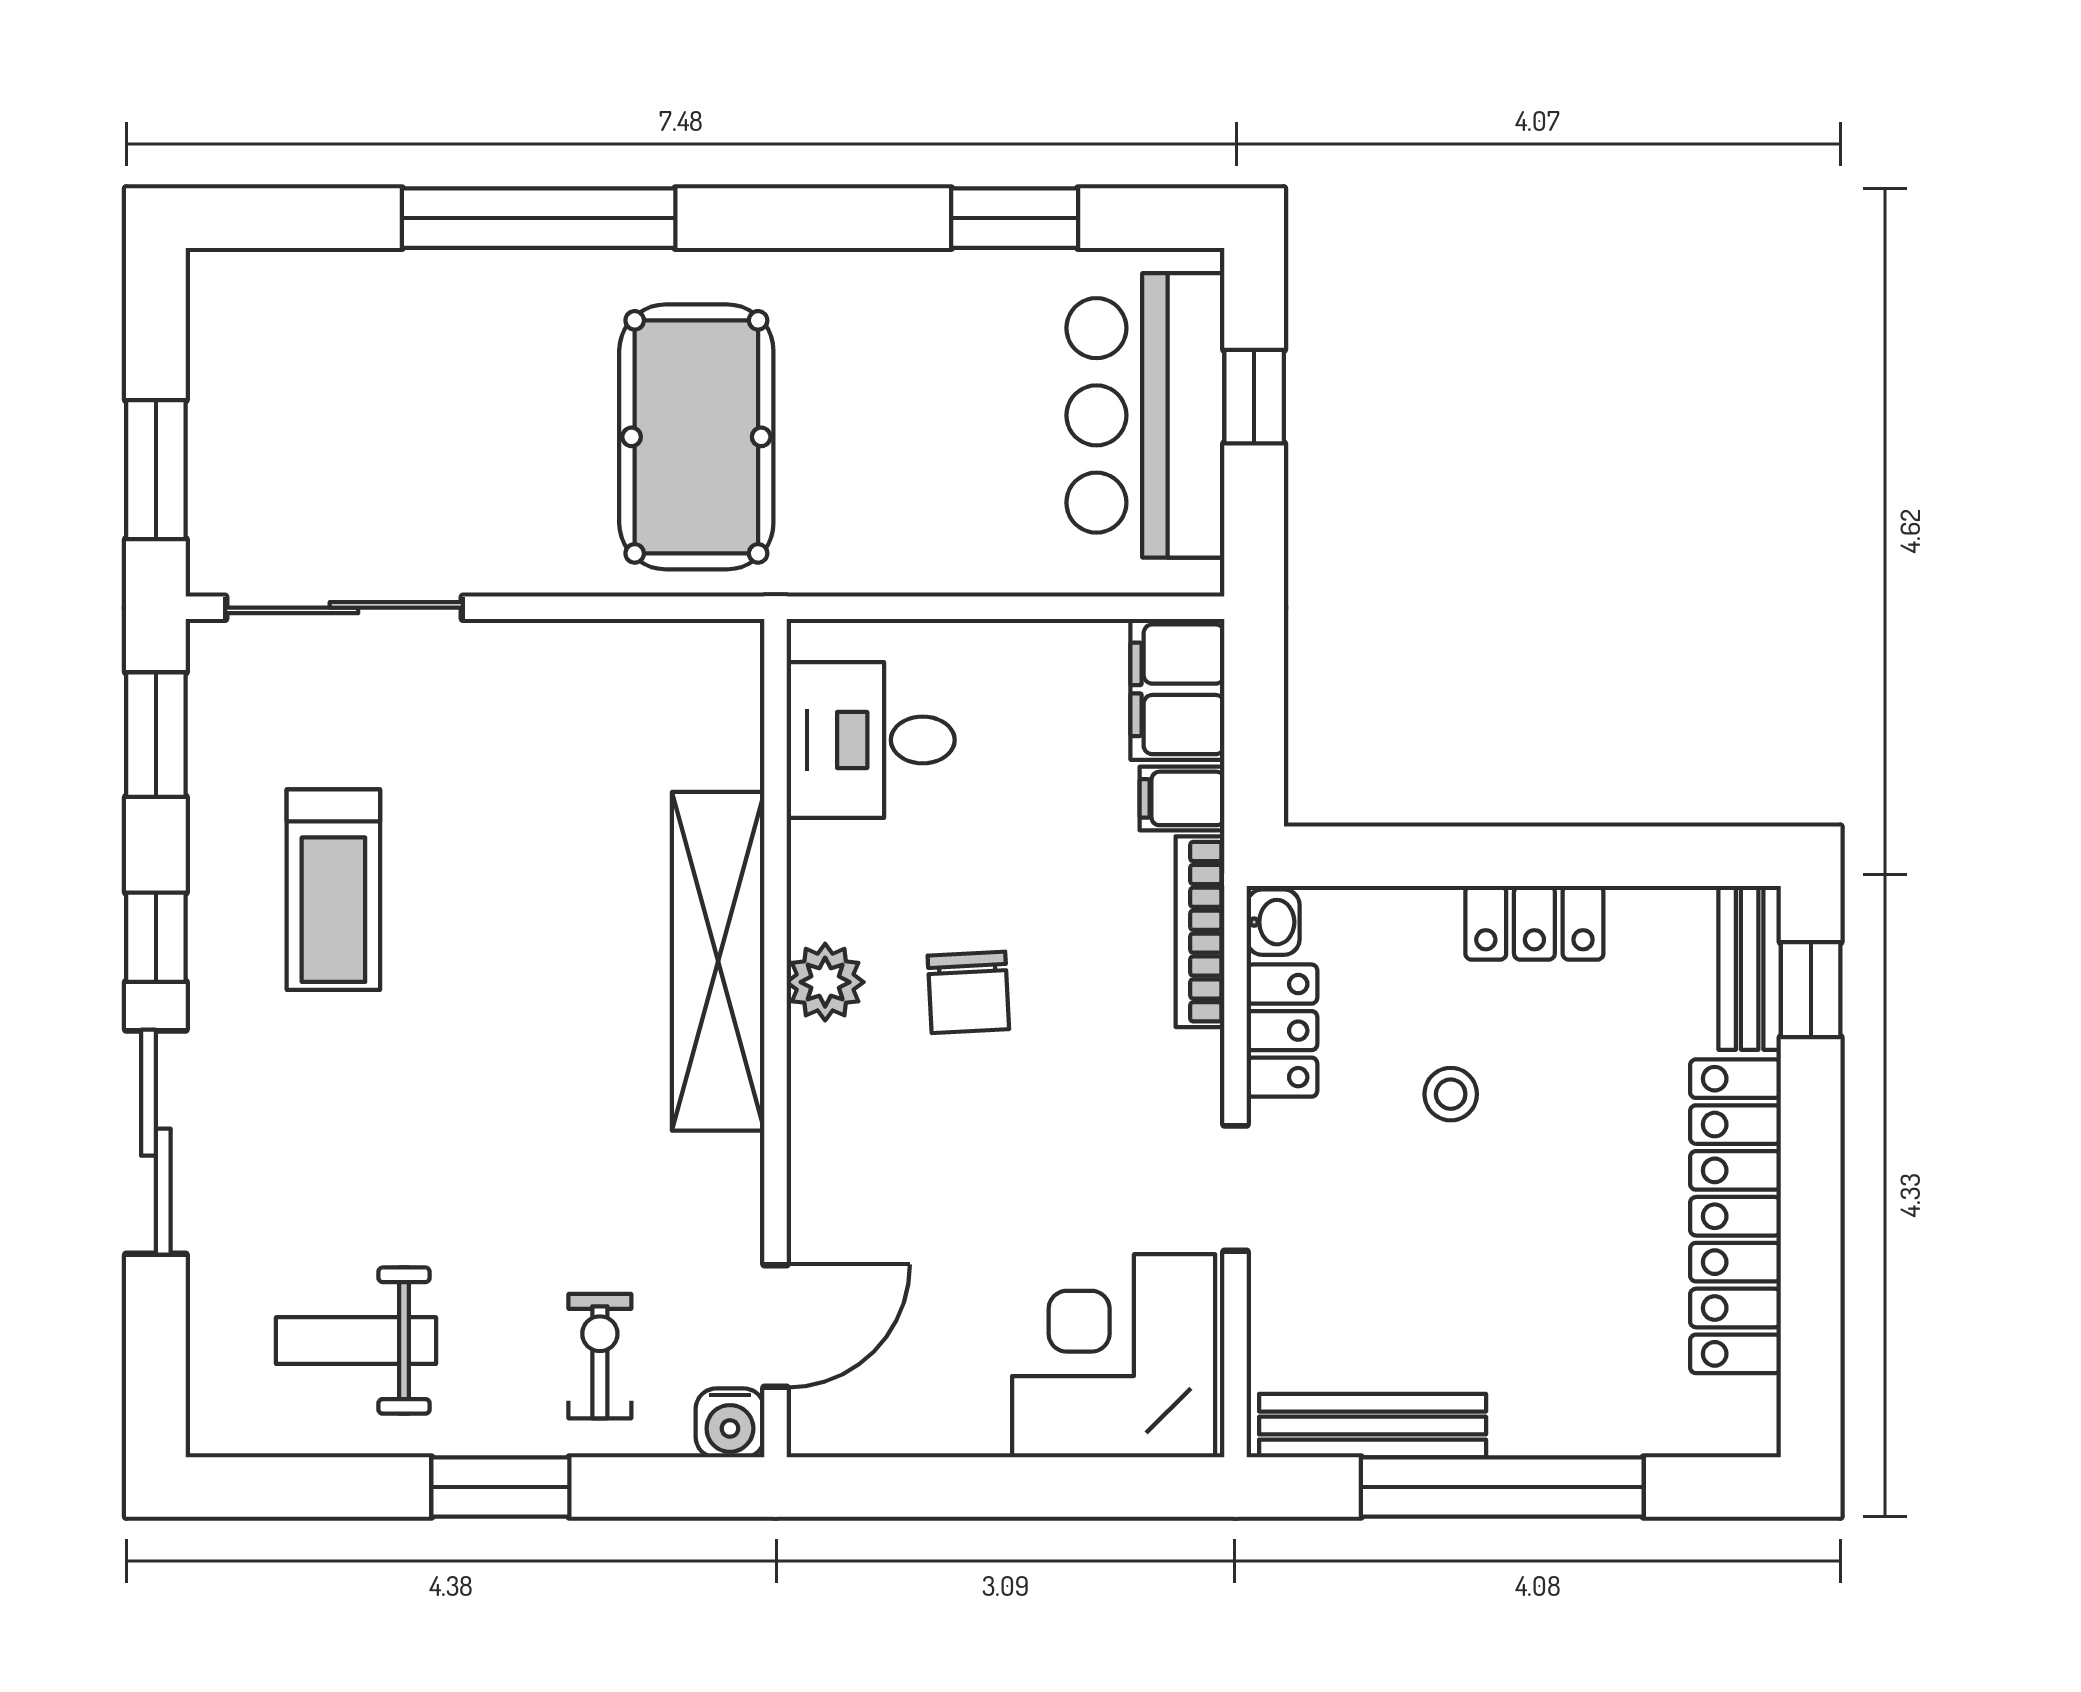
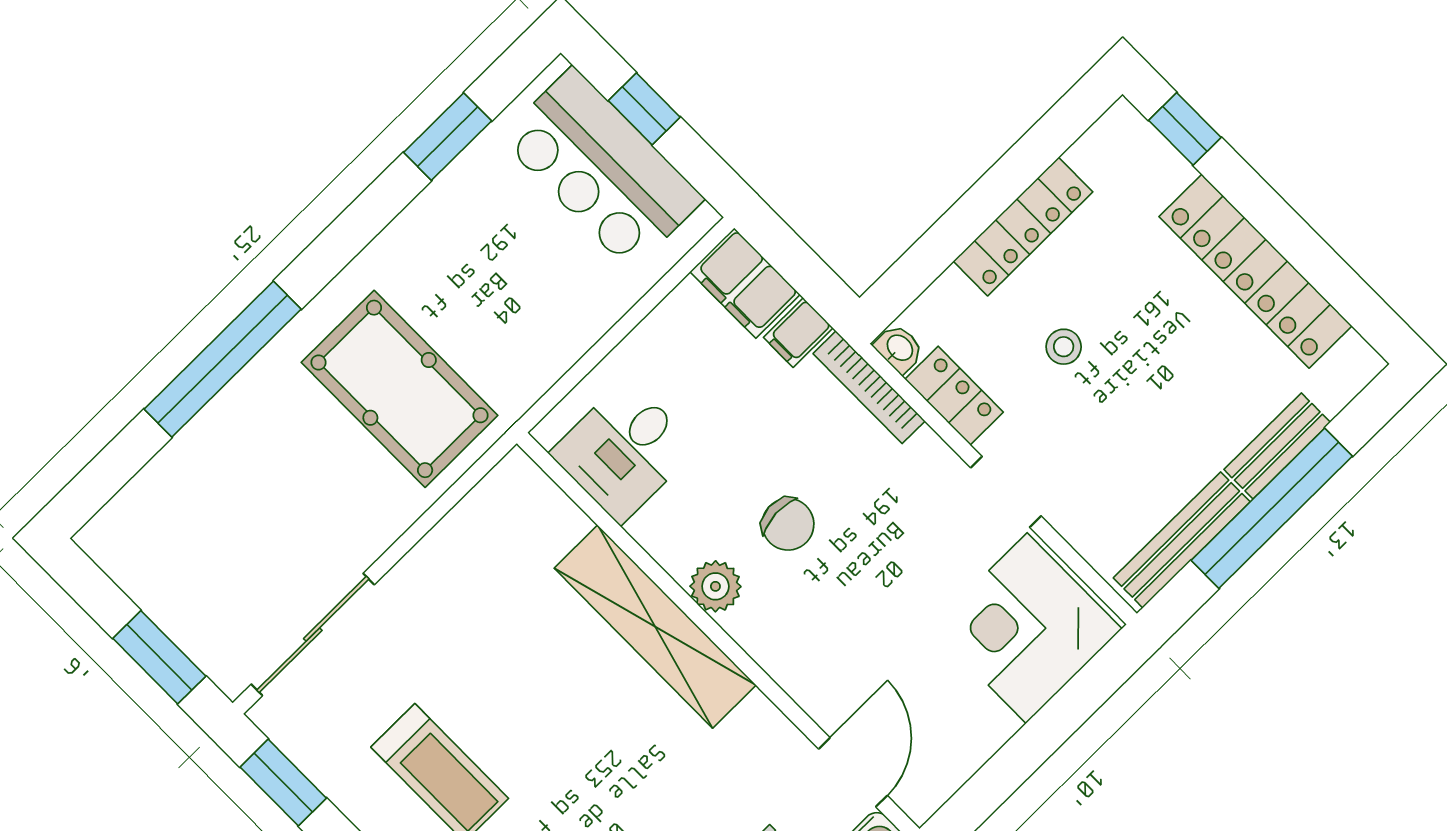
locker: (1534, 923) -> (1023, 227), width x1.53
bench: (1750, 968) -> (1277, 446), moved, turned 90

